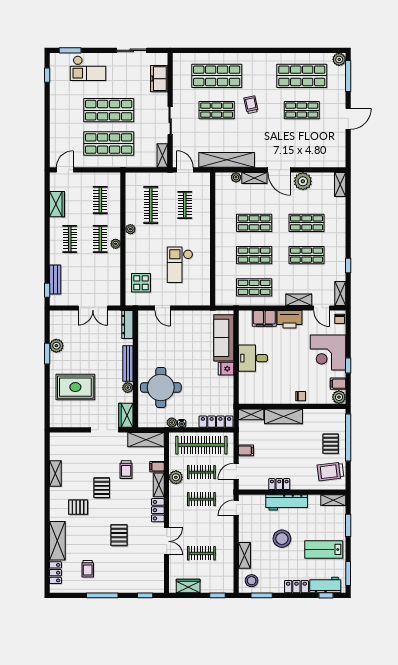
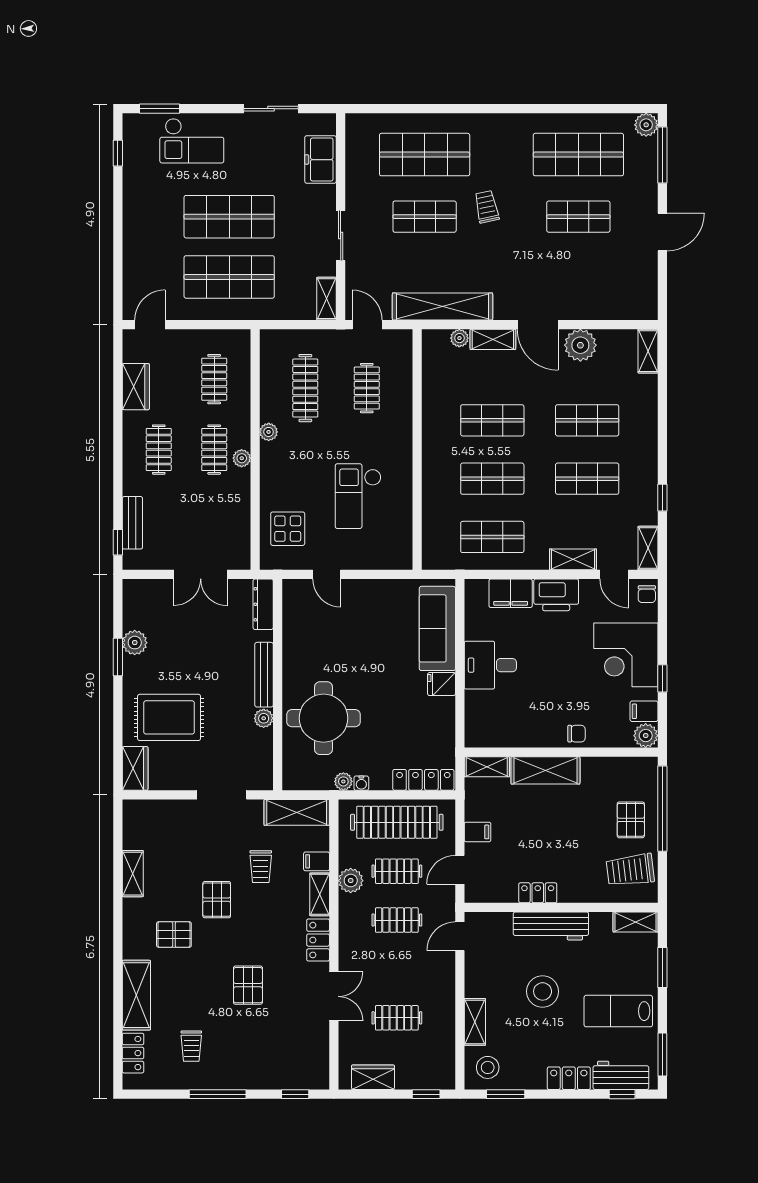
wardrobe: (126, 415) -> (135, 768), moved, turned 180

